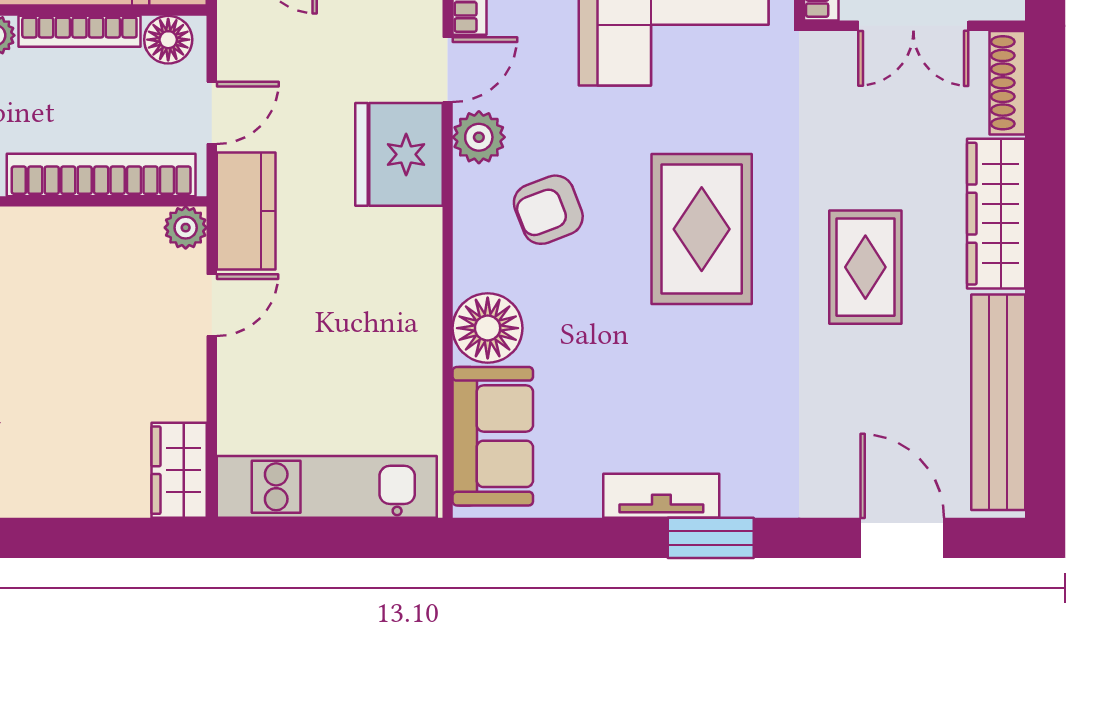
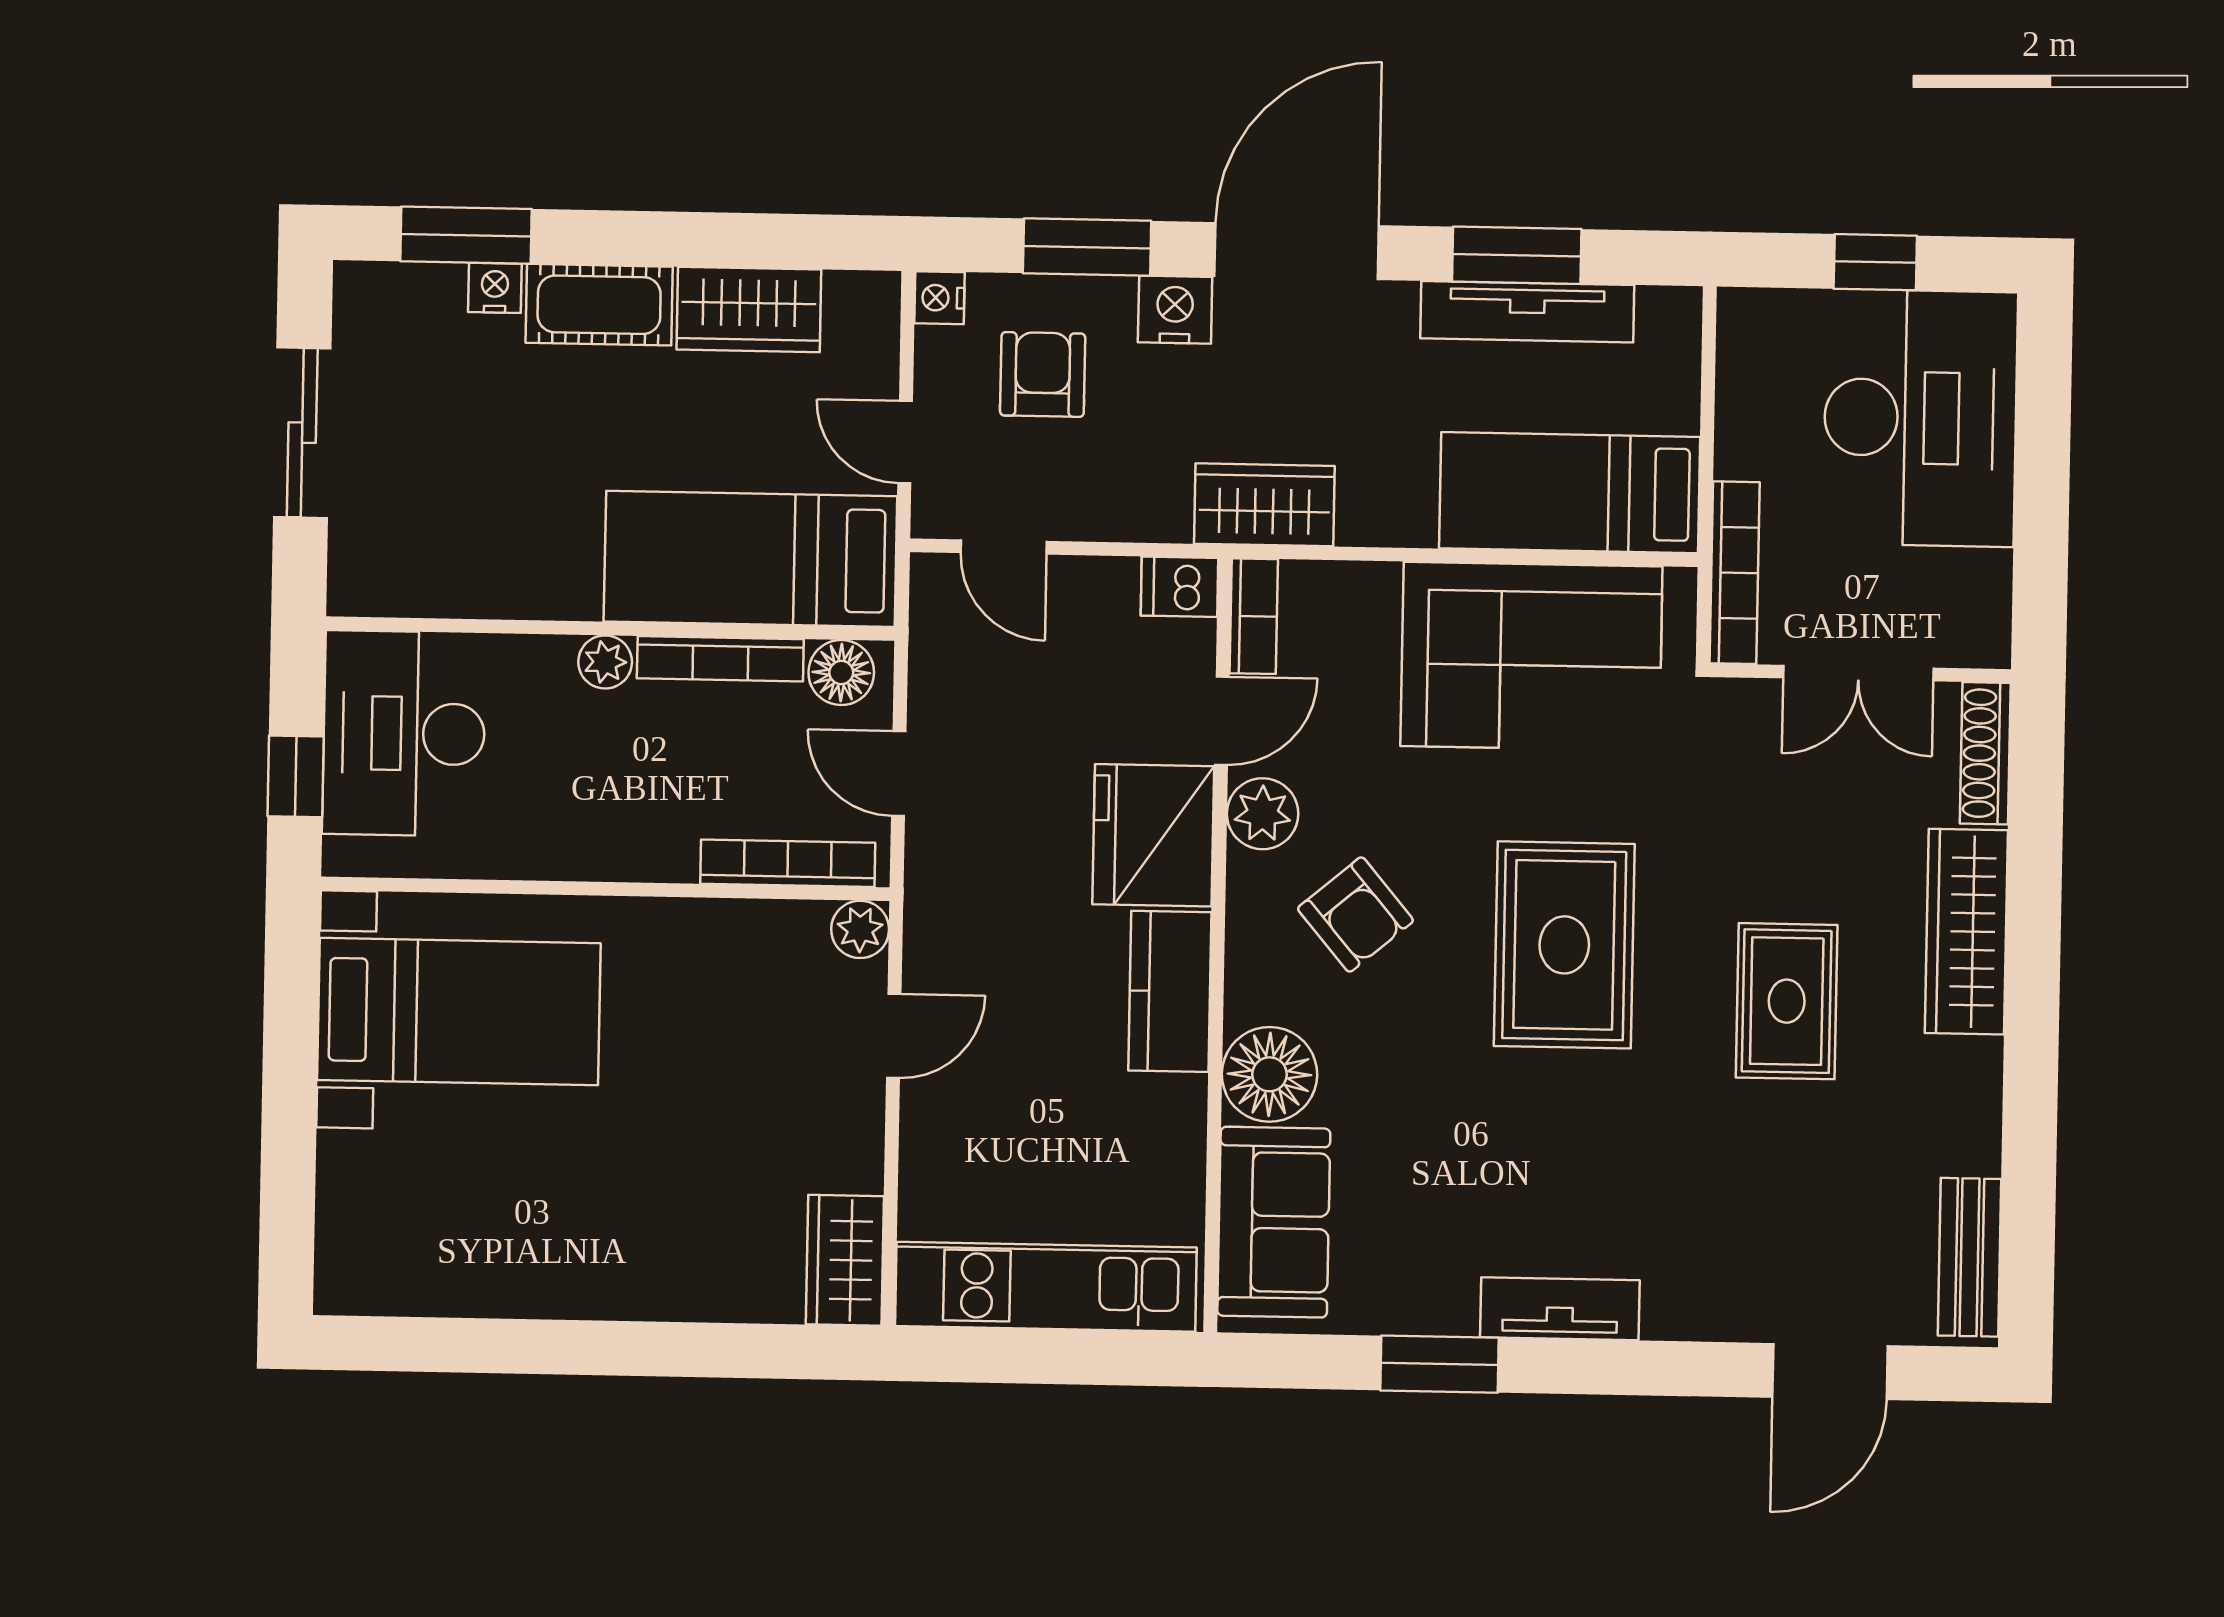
door: (212, 113) -> (899, 774), swing flipped
bookcase: (101, 175) -> (788, 863), width x0.68, depth x0.76
armchair: (548, 210) -> (1355, 915), turned -109
kitchen counter: (246, 211) -> (1170, 991), moved, turned 180
bench: (998, 402) -> (1970, 1257), width x0.54, depth x0.82
tv unit: (661, 496) -> (1560, 1309), moved
window: (711, 538) -> (1440, 1364), moved
door: (902, 538) -> (1830, 1372), swing flipped

